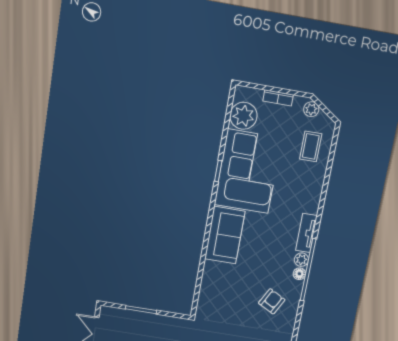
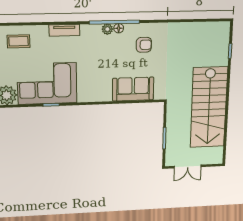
tv unit: (306, 233) -> (64, 30), moved
sofa: (225, 235) -> (133, 89), moved
armchair: (272, 301) -> (144, 45), turned 152

